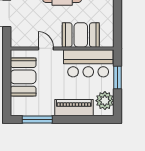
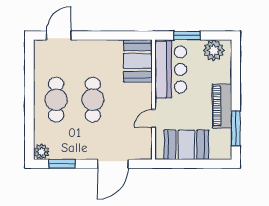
booth: (81, 35) -> (138, 61), moved
piano: (74, 108) -> (222, 106), moved

